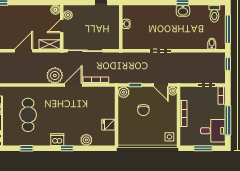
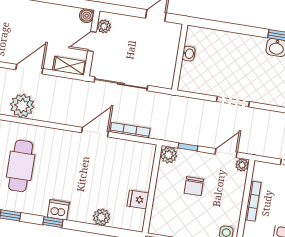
plant: (55, 75) -> (22, 106), moved
door: (161, 85) -> (226, 153), swing flipped
window: (67, 148) -> (53, 222), moved

